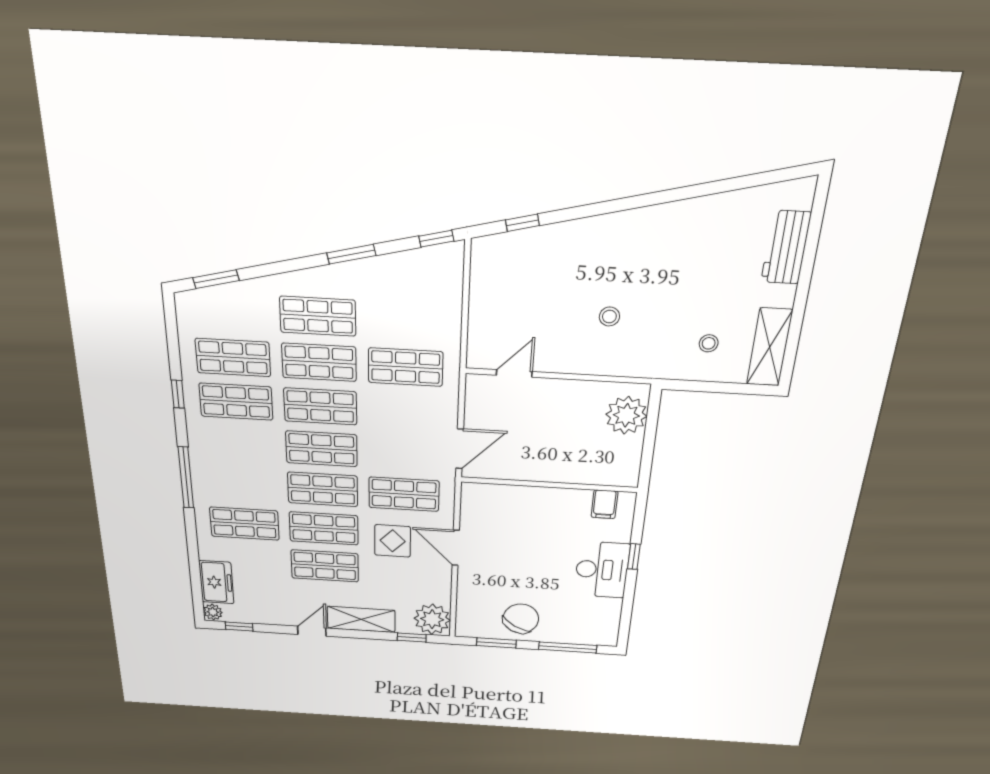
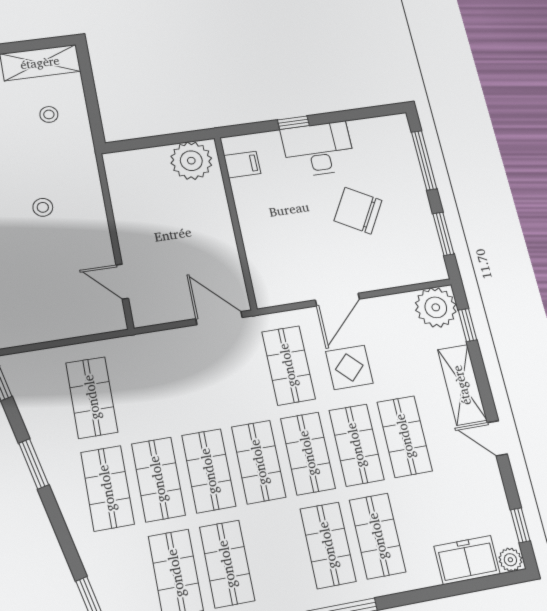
shop shelf: (406, 367) -> (92, 397), moved
plant: (626, 415) -> (191, 161), moved
shop shelf: (242, 485) -> (328, 545), added
chair: (521, 619) -> (358, 211), moved

